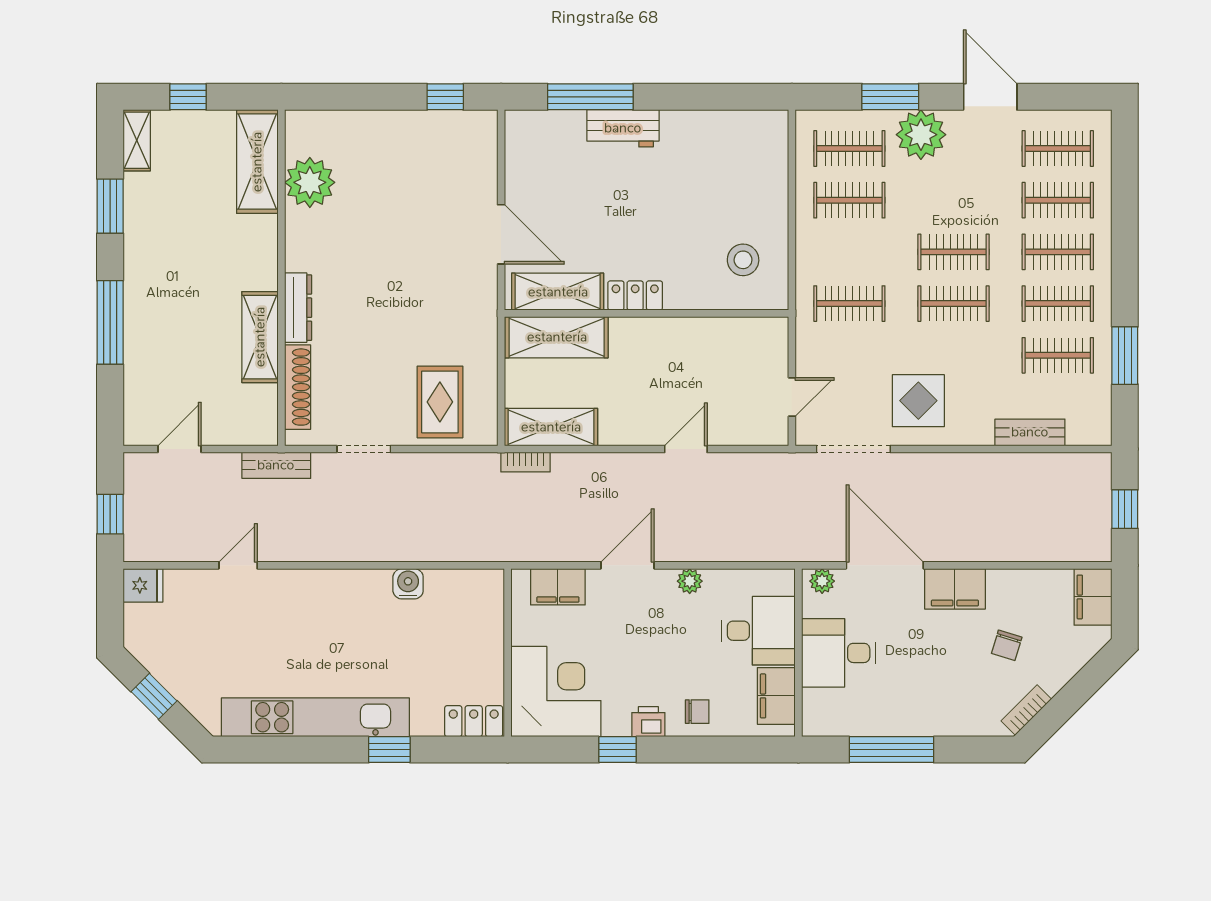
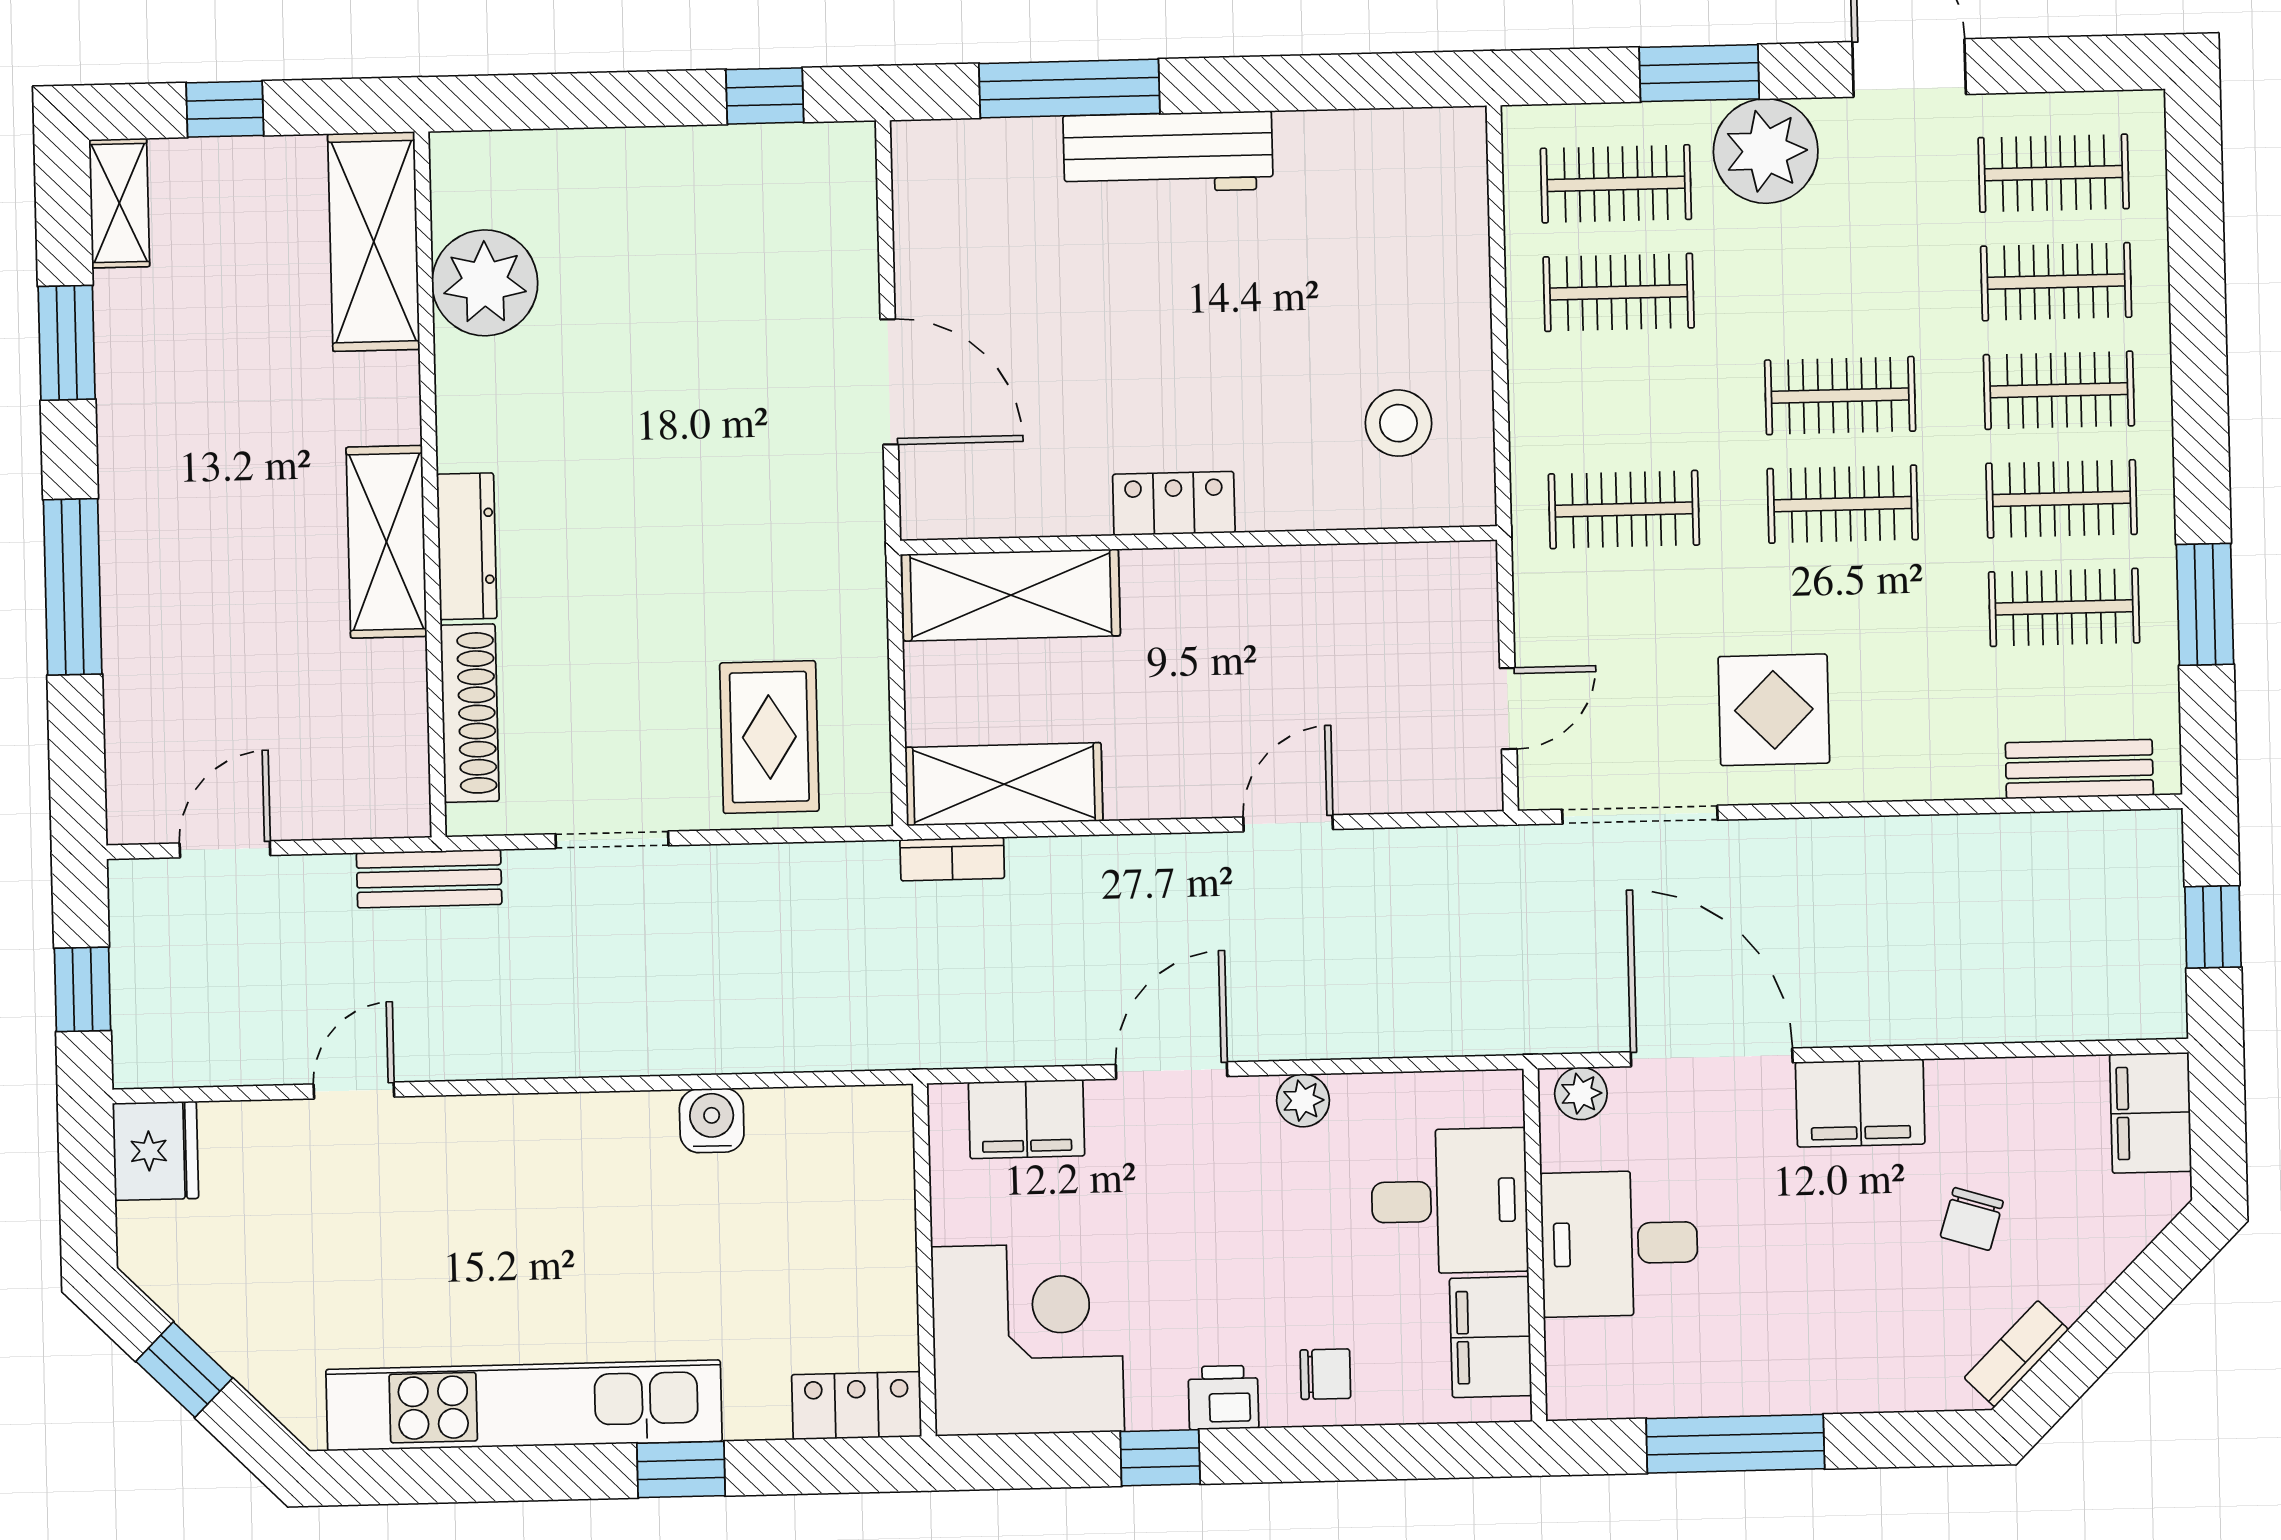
workbench: (623, 128) -> (1168, 152), width x1.38
shelving: (558, 292) -> (1011, 499), removed
shelving: (260, 337) -> (386, 542), moved
bench: (1030, 432) -> (2079, 769), moved
fridge: (143, 585) -> (156, 1151), width x1.38

